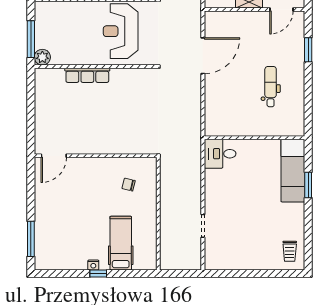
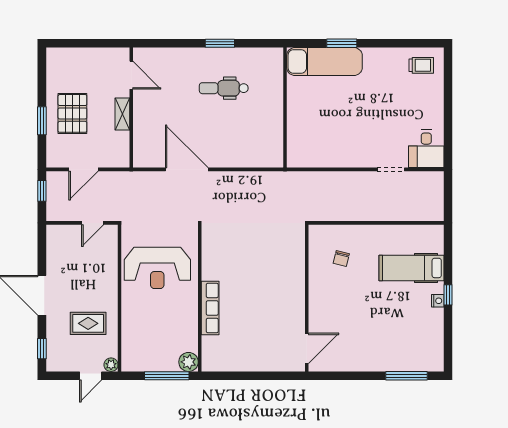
window: (308, 50) -> (220, 43), moved
desk: (220, 154) -> (426, 149), moved
door: (54, 156) -> (307, 348), hinge flipped

